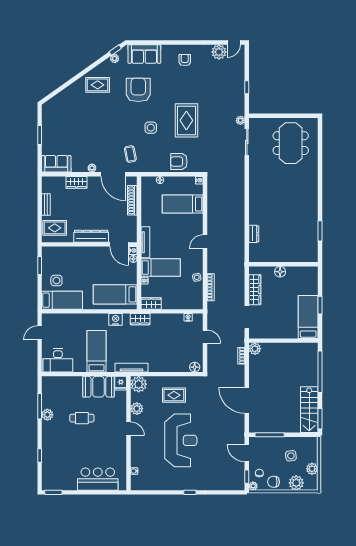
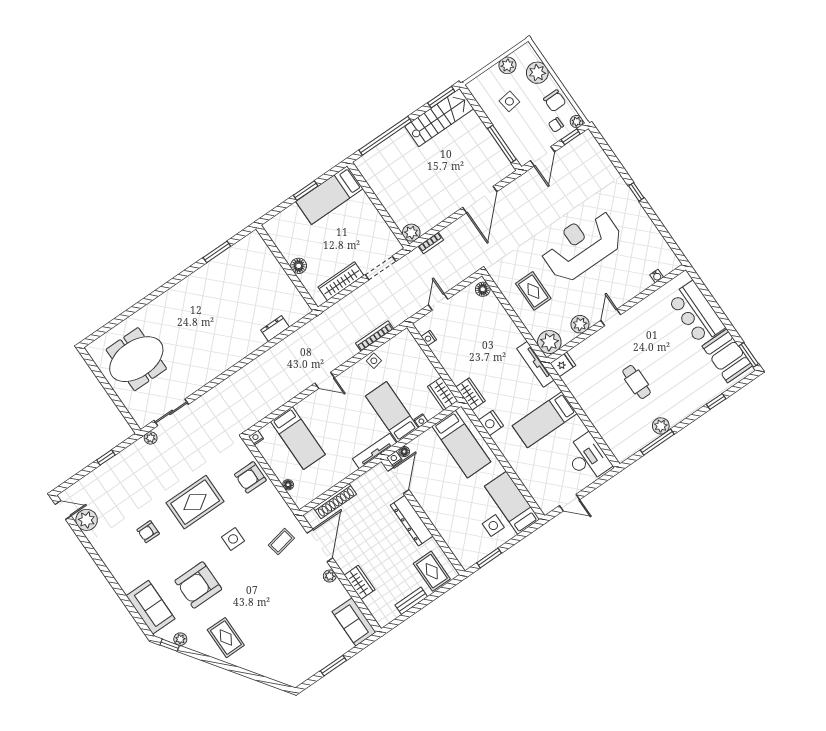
armchair: (185, 60) -> (148, 532), moved
armchair: (179, 162) -> (250, 477), turned 90
booth: (98, 387) -> (727, 356), moved

